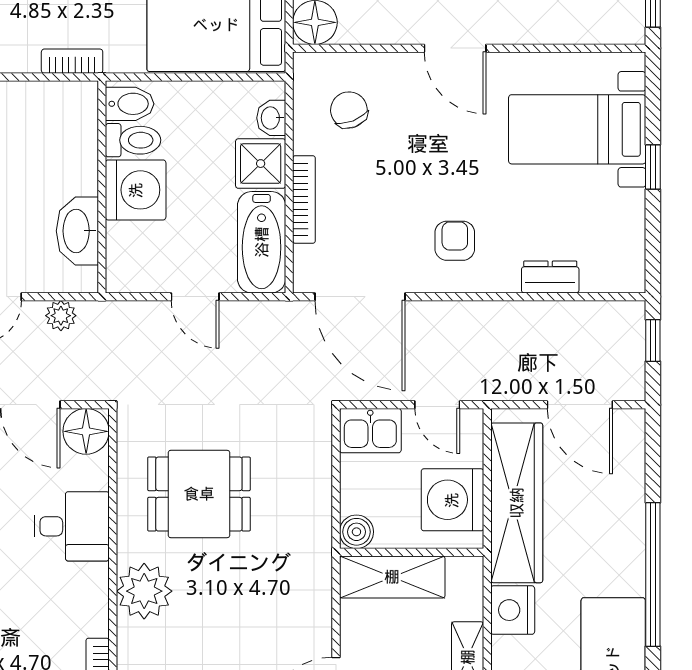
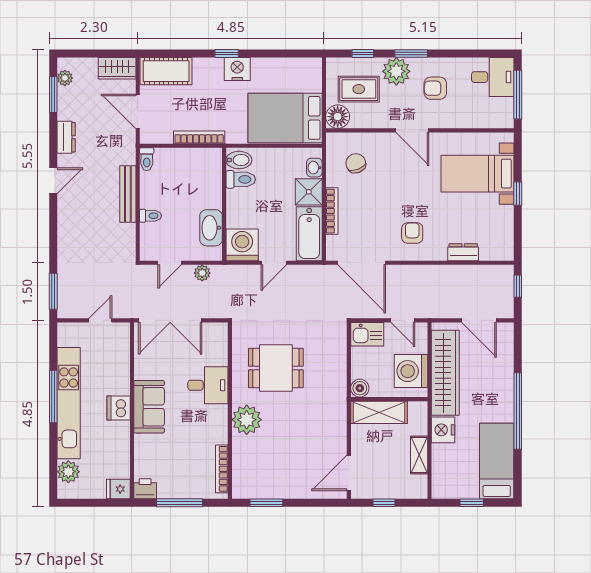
bookcase: (72, 61) -> (199, 137), width x1.56
washing machine: (136, 190) -> (242, 245), moved, turned -90
door: (195, 297) -> (274, 263), hinge flipped
floor lamp: (86, 431) -> (216, 335), removed

